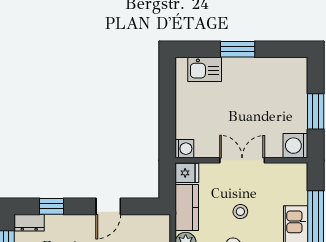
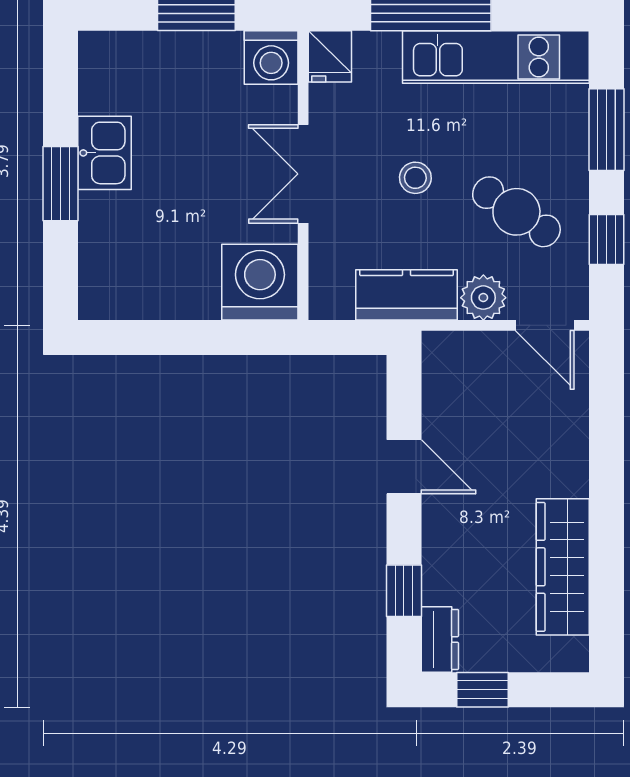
kitchen sink: (205, 69) -> (105, 153), moved
washing machine: (184, 149) -> (260, 282), width x1.89, depth x1.89
fridge: (187, 173) -> (330, 56), moved, turned 180

